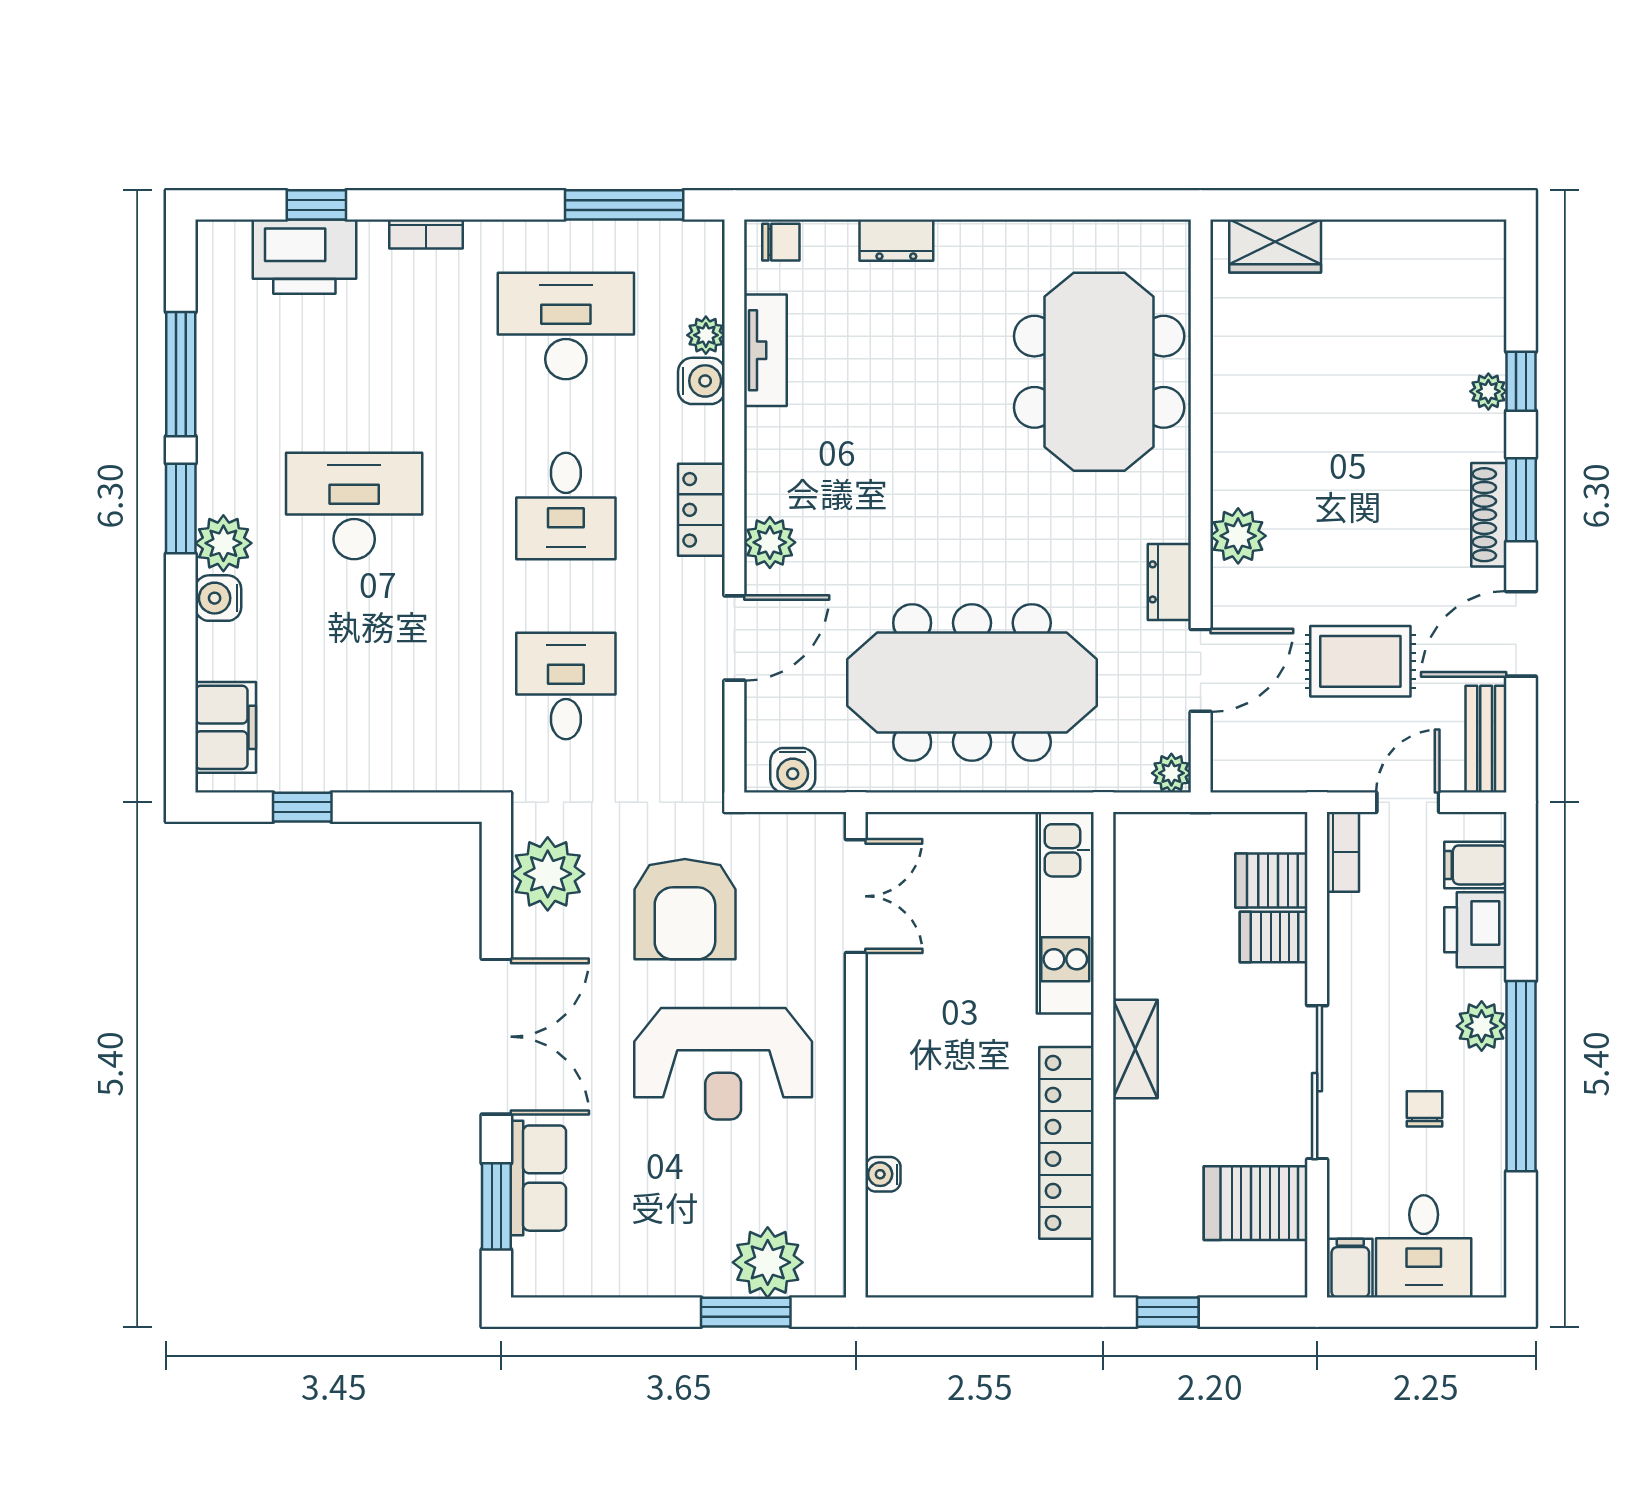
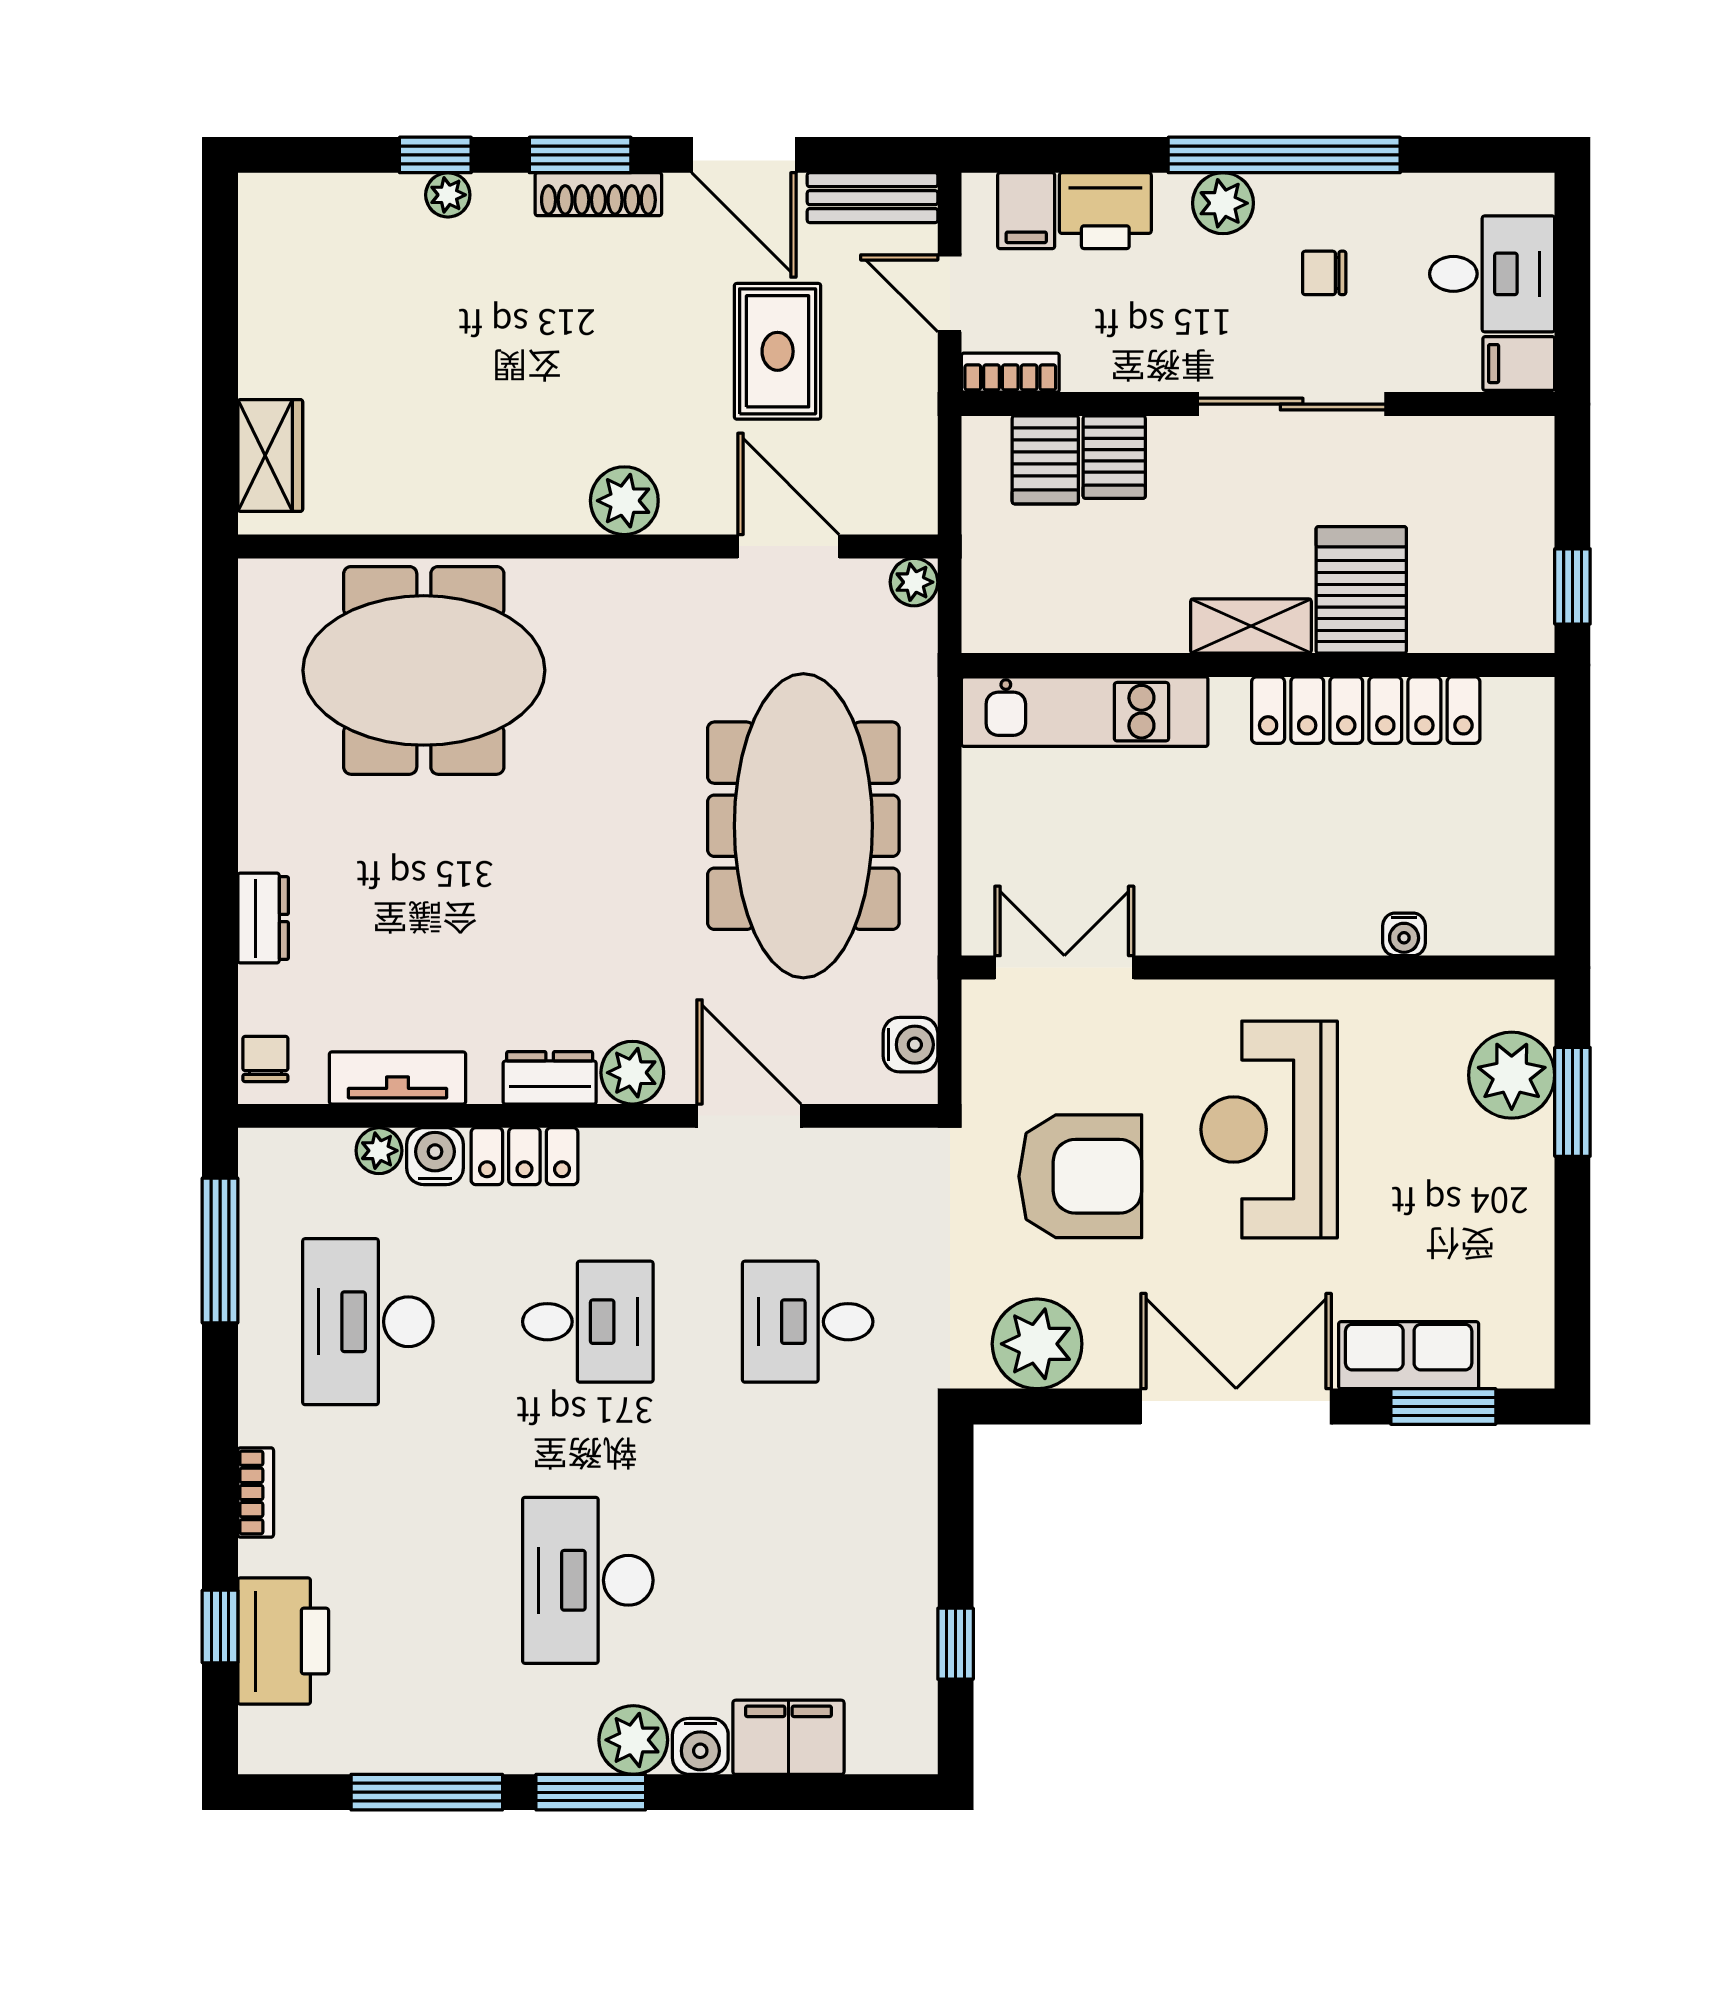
locker: (701, 510) -> (524, 1156), moved
dresser: (1169, 582) -> (550, 1078), moved, turned 180
filing cabinet: (226, 727) -> (788, 1737), moved
reception desk: (723, 1064) -> (1269, 1129), turned 180
server rack: (1256, 1203) -> (1361, 590), moved, turned 180

